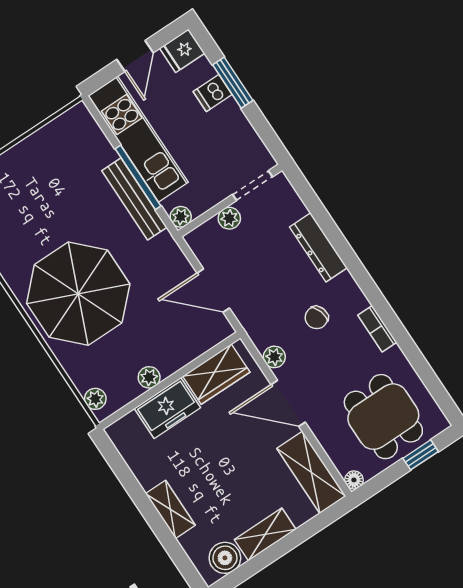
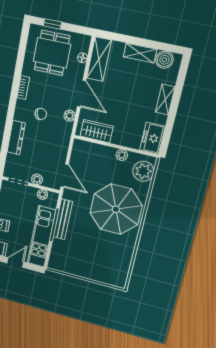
plant: (181, 217) -> (42, 194), moved
door: (213, 291) -> (65, 176), moved
plant: (95, 399) -> (143, 171), width x1.87, depth x1.87
freezer: (167, 408) -> (152, 138), moved, turned -90
floor lamp: (354, 480) -> (82, 58), moved

